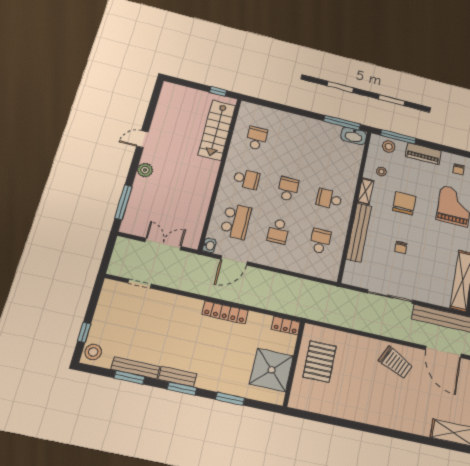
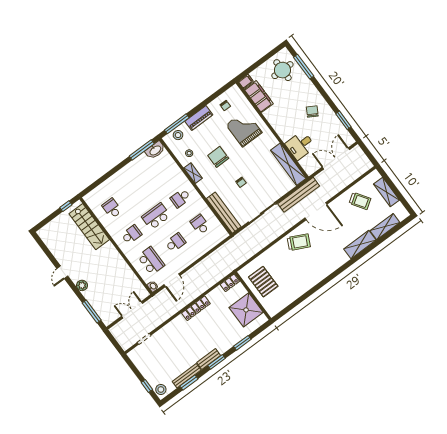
school desk: (288, 189) -> (156, 216), width x1.85
school desk: (278, 231) -> (175, 243), turned -90
bench: (359, 233) -> (224, 213), moved

